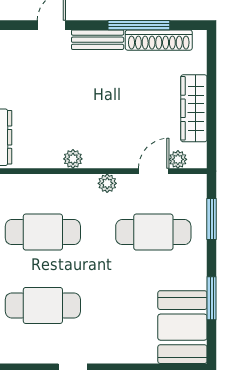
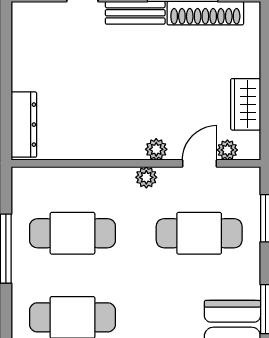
wardrobe: (194, 108) -> (246, 104), width x0.67
plant: (73, 159) -> (156, 149), moved

